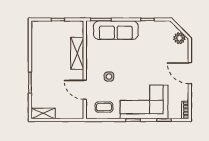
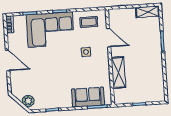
sofa: (116, 30) -> (88, 97), width x0.73
plant: (179, 38) -> (28, 101), moved

